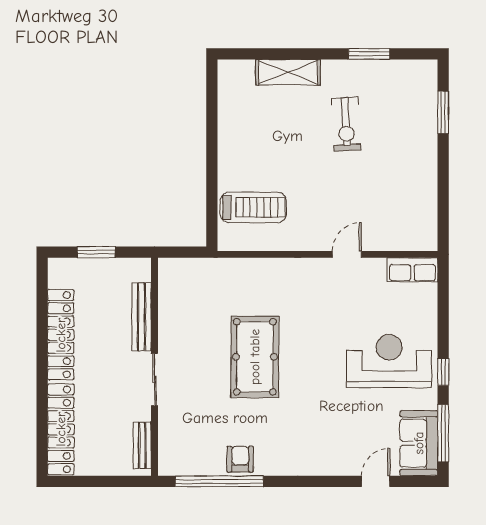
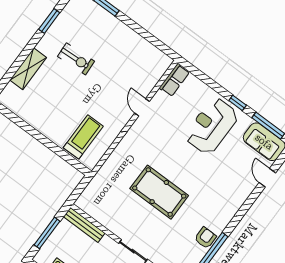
window: (96, 252) -> (47, 233), width x1.44
bench: (142, 317) -> (84, 225), moved
armchair: (240, 459) -> (205, 238), turned 90

